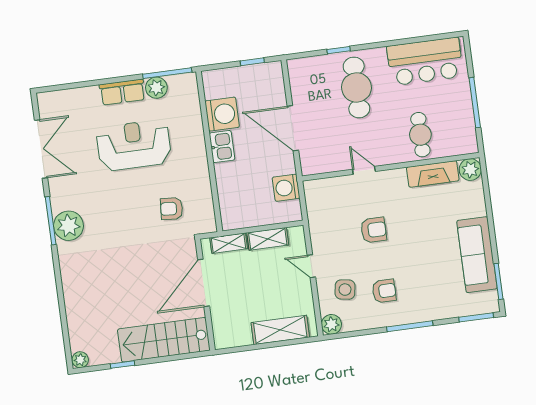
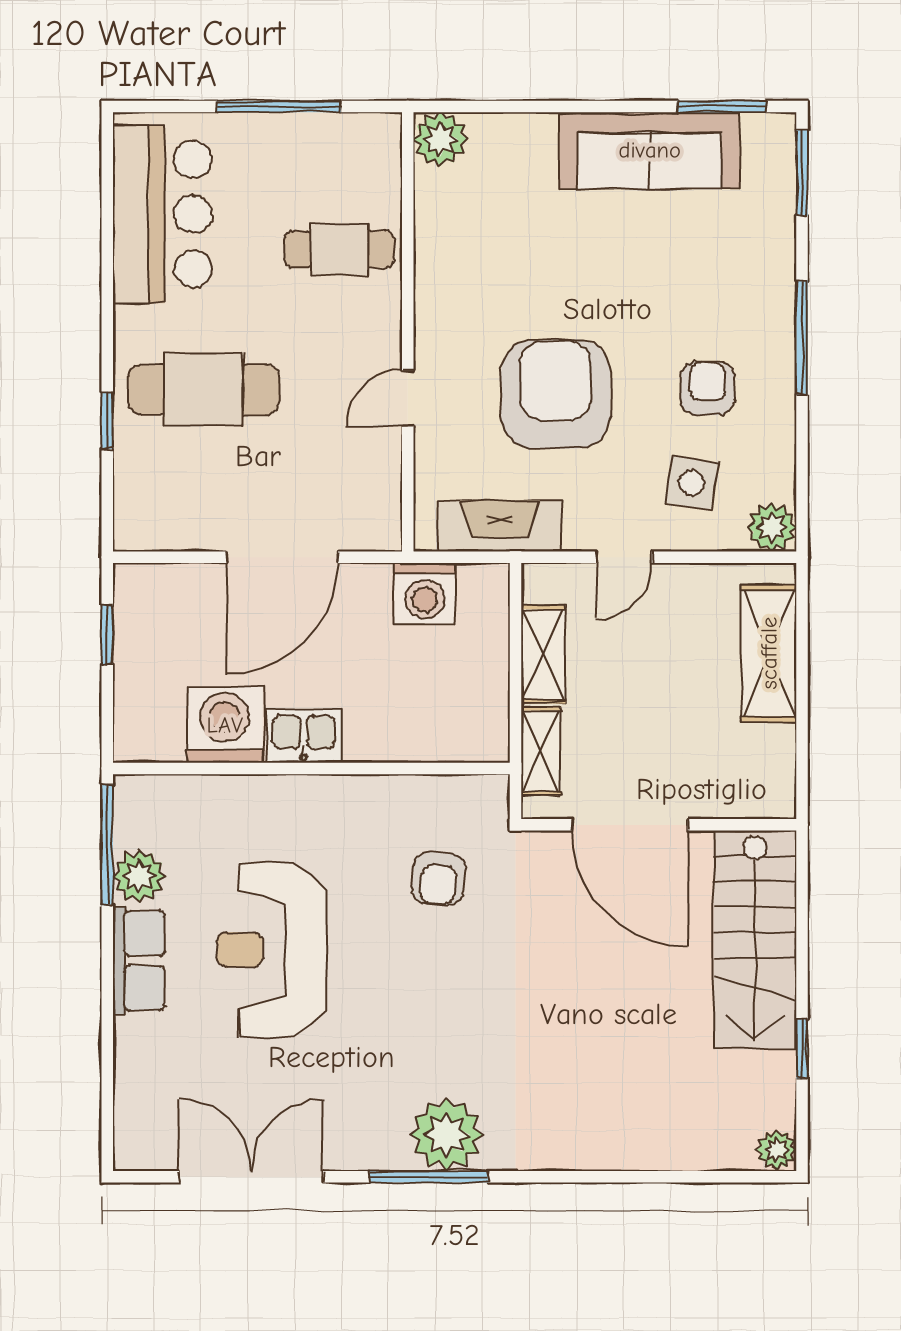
fireplace: (433, 174) -> (500, 526), moved, turned -90
armchair: (374, 230) -> (556, 394), width x1.88, depth x1.88

